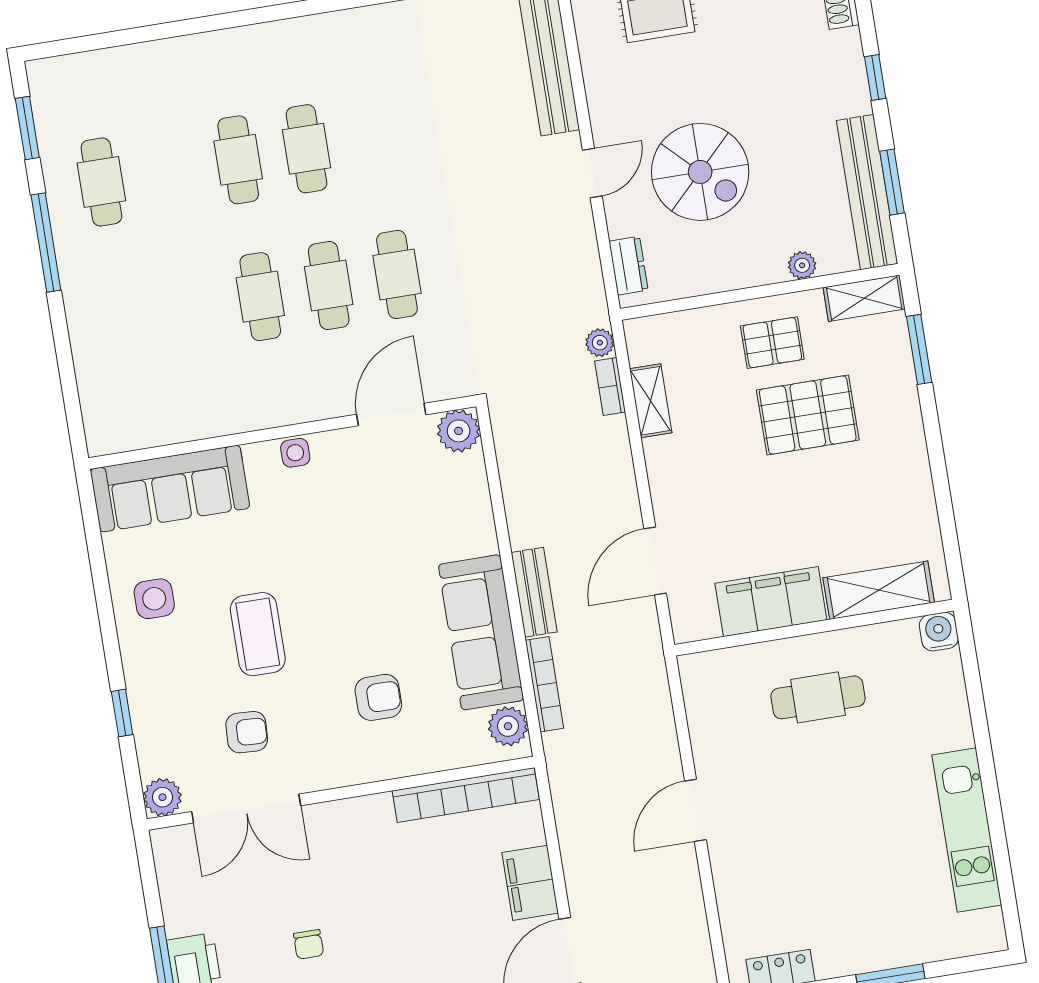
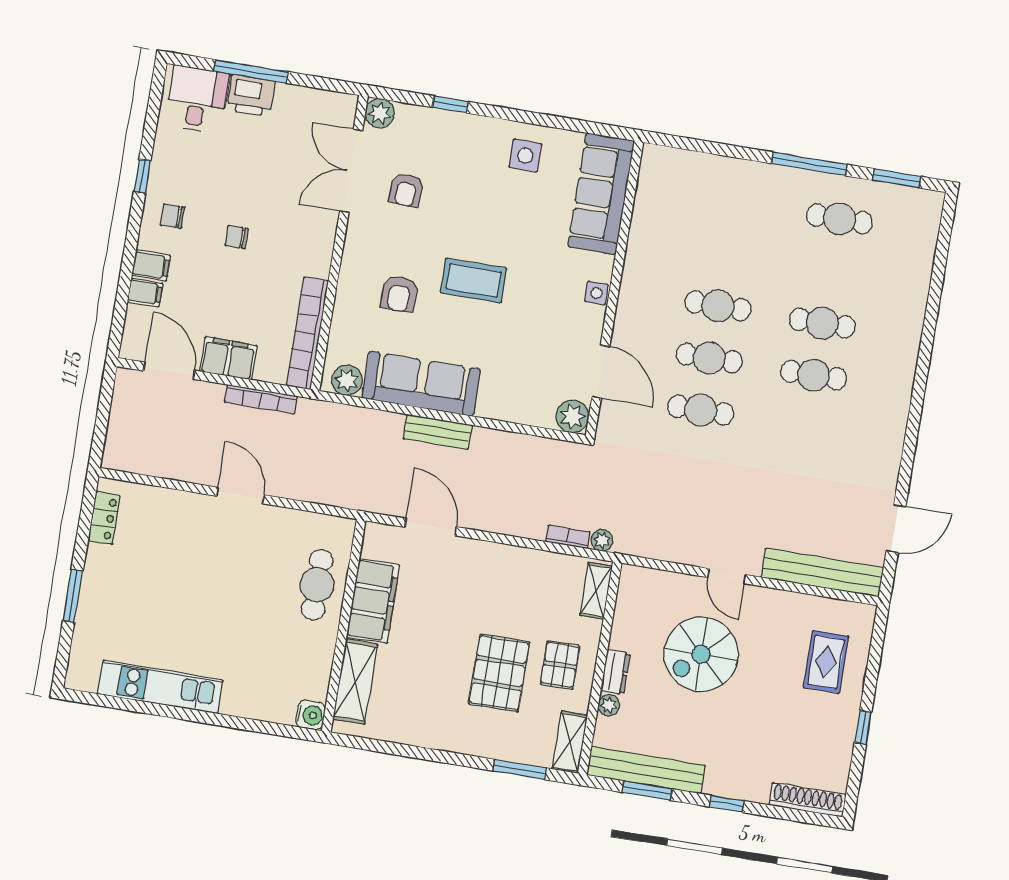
dresser: (628, 266) -> (615, 672), moved, turned -90
shelving: (651, 401) -> (596, 591), moved, turned 90
coffee table: (258, 634) -> (474, 281), moved
bookcase: (544, 684) -> (261, 399), moved
cafe table: (818, 697) -> (317, 585), moved
chair: (309, 944) -> (236, 237), moved

